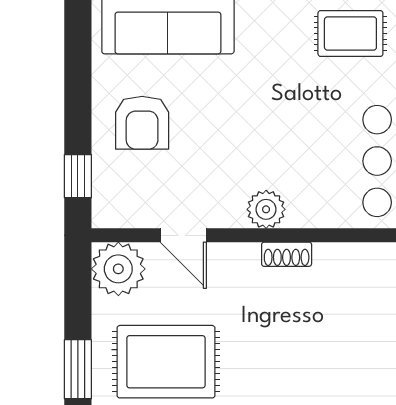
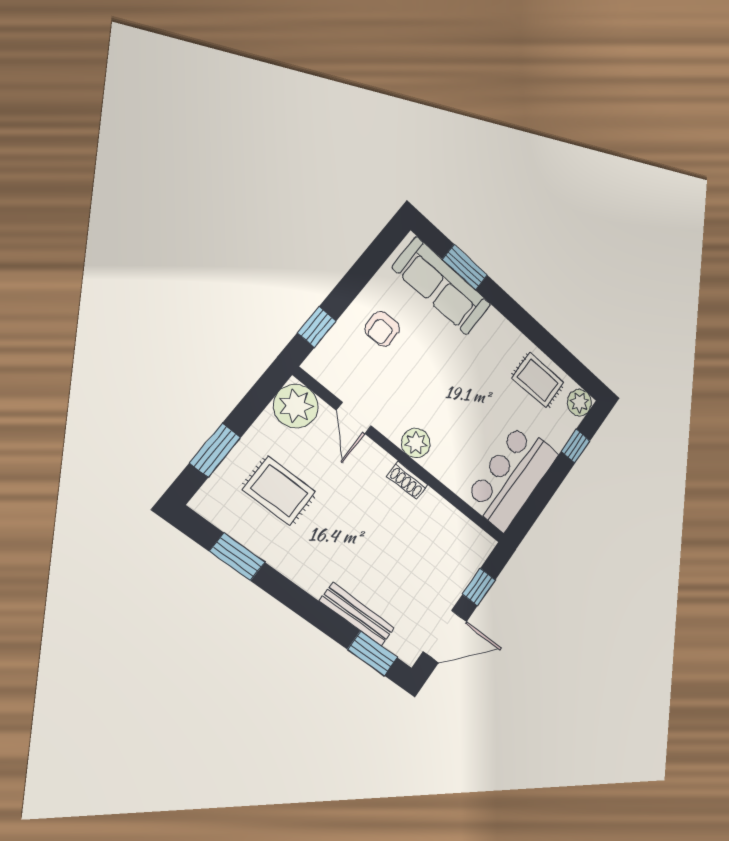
armchair: (142, 123) -> (382, 329), width x0.72, depth x0.72
rug: (166, 362) -> (279, 491), width x0.73, depth x0.70

